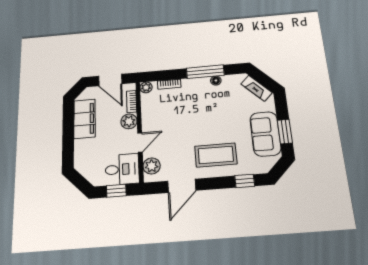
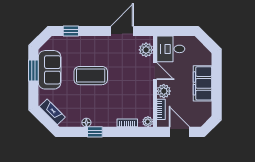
window: (205, 72) -> (95, 132), width x0.46
filing cabinet: (85, 119) -> (202, 83), moved
door: (140, 142) -> (155, 71), swing flipped
coffee table: (216, 155) -> (91, 76), moved
window: (116, 191) -> (176, 31), removed

